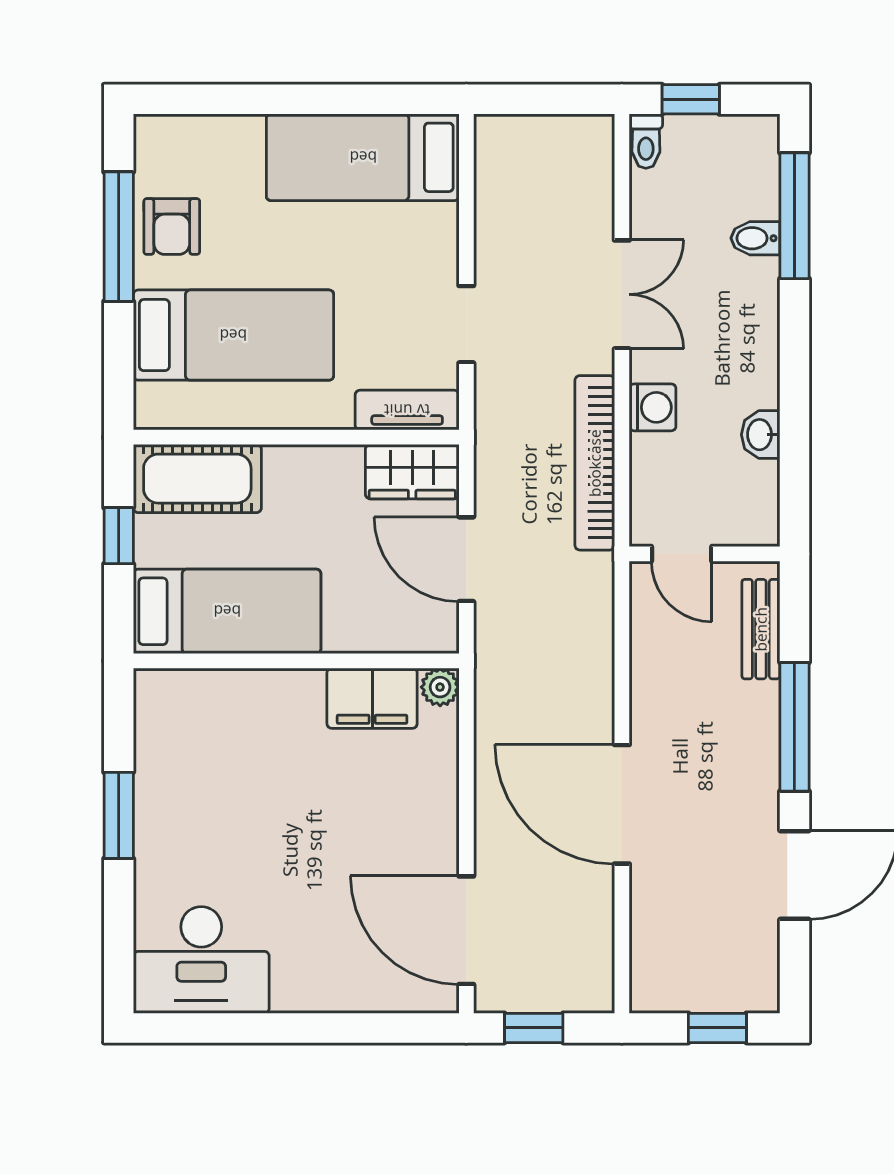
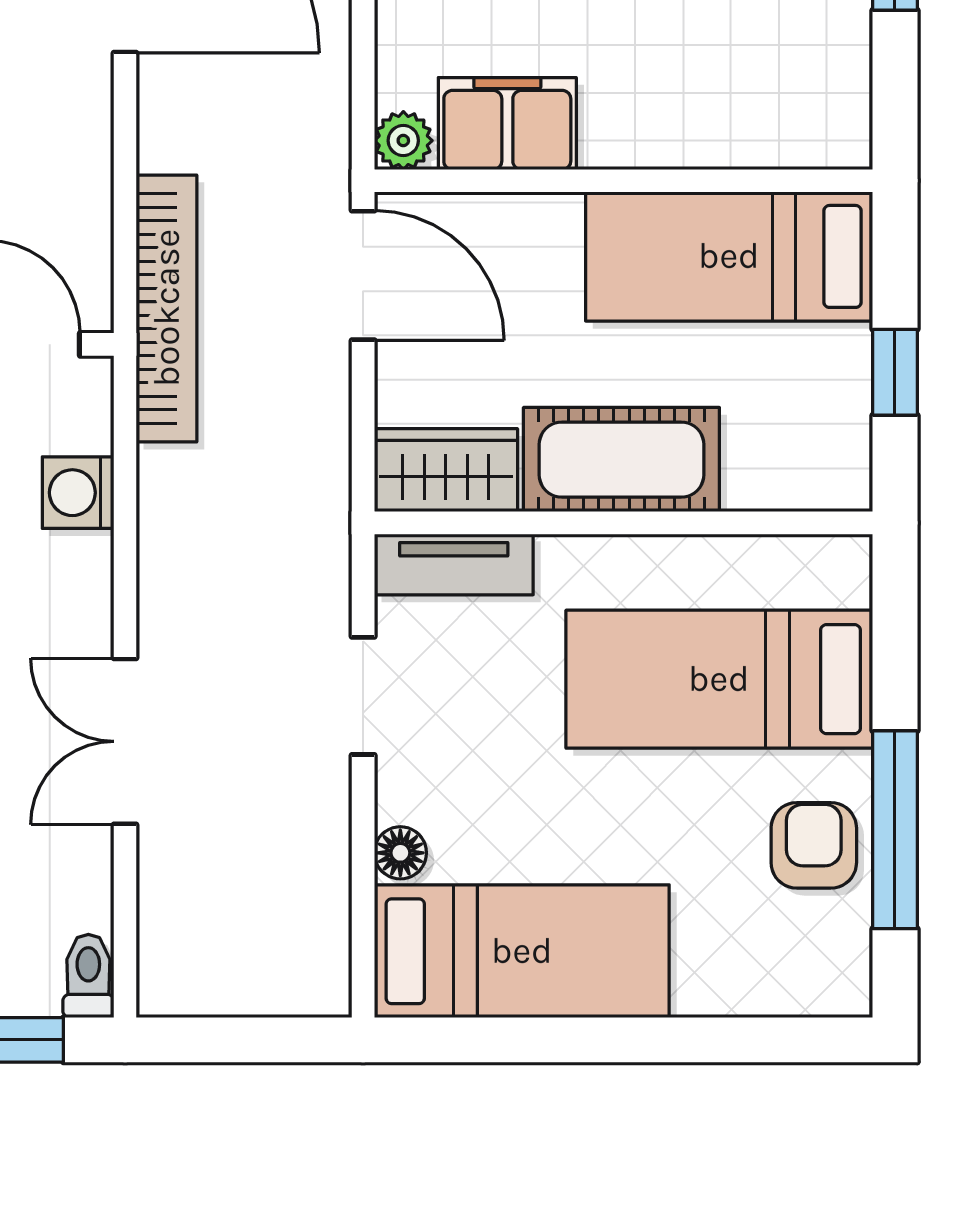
floor lamp: (442, 222) -> (400, 853), added
washing machine: (653, 407) -> (78, 493), moved
bookcase: (595, 463) -> (167, 308), moved
cot: (197, 479) -> (621, 460), moved
door: (466, 559) -> (363, 275), moved

